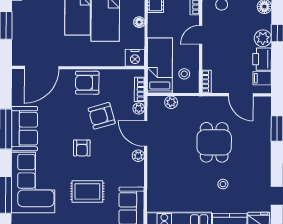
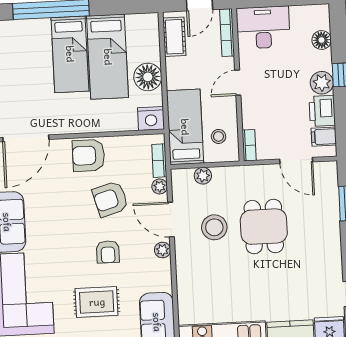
floor lamp: (139, 22) -> (148, 77), width x1.89, depth x1.89
armchair: (82, 148) -> (108, 252), moved
stool: (223, 184) -> (214, 227), moved, width x1.89, depth x1.89

